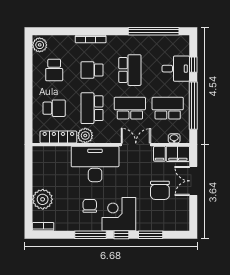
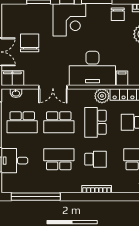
school desk: (130, 70) -> (59, 159), turned 90
school desk: (92, 108) -> (95, 122), turned 180
filing cabinet: (159, 154) -> (122, 78), moved
chair: (90, 206) -> (118, 14), moved

